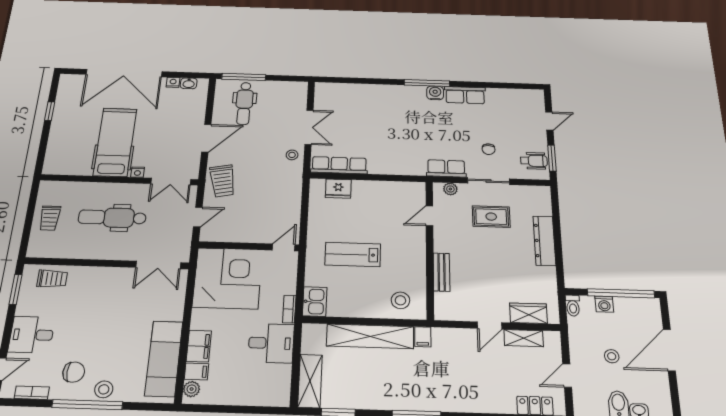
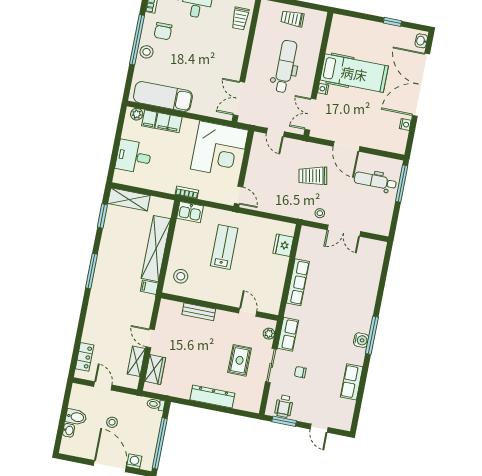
washbasin: (189, 83) -> (421, 41), moved
row of seats: (465, 95) -> (352, 382), moved
row of seats: (339, 165) -> (298, 282), moved
trolley: (223, 181) -> (313, 176), moved
washing machine: (604, 304) -> (134, 461), moved, turned 90
desk: (271, 343) -> (134, 157), moved, turned 90

